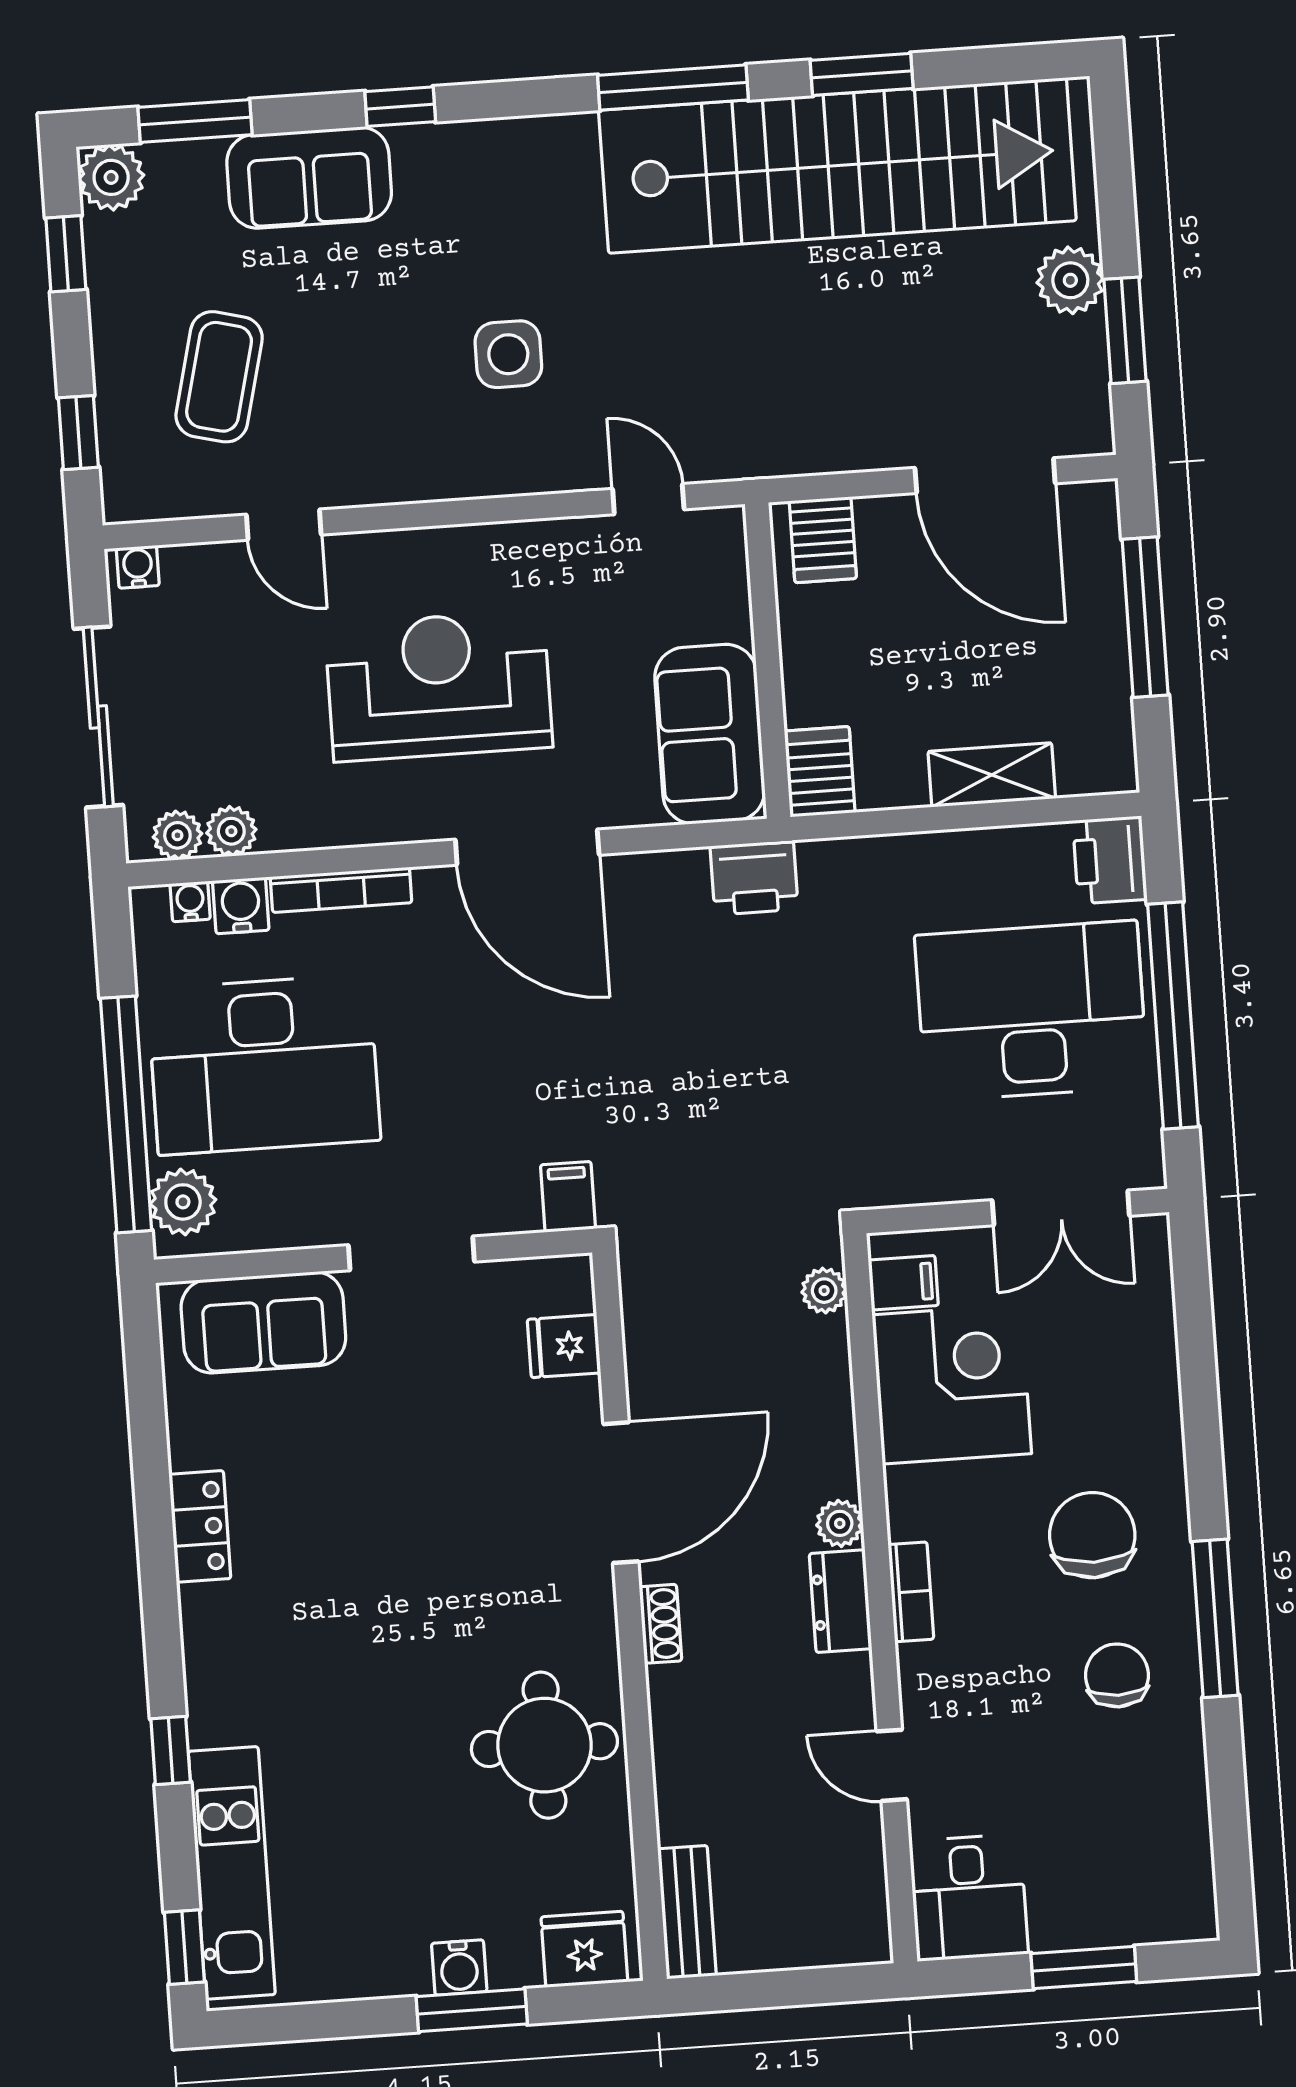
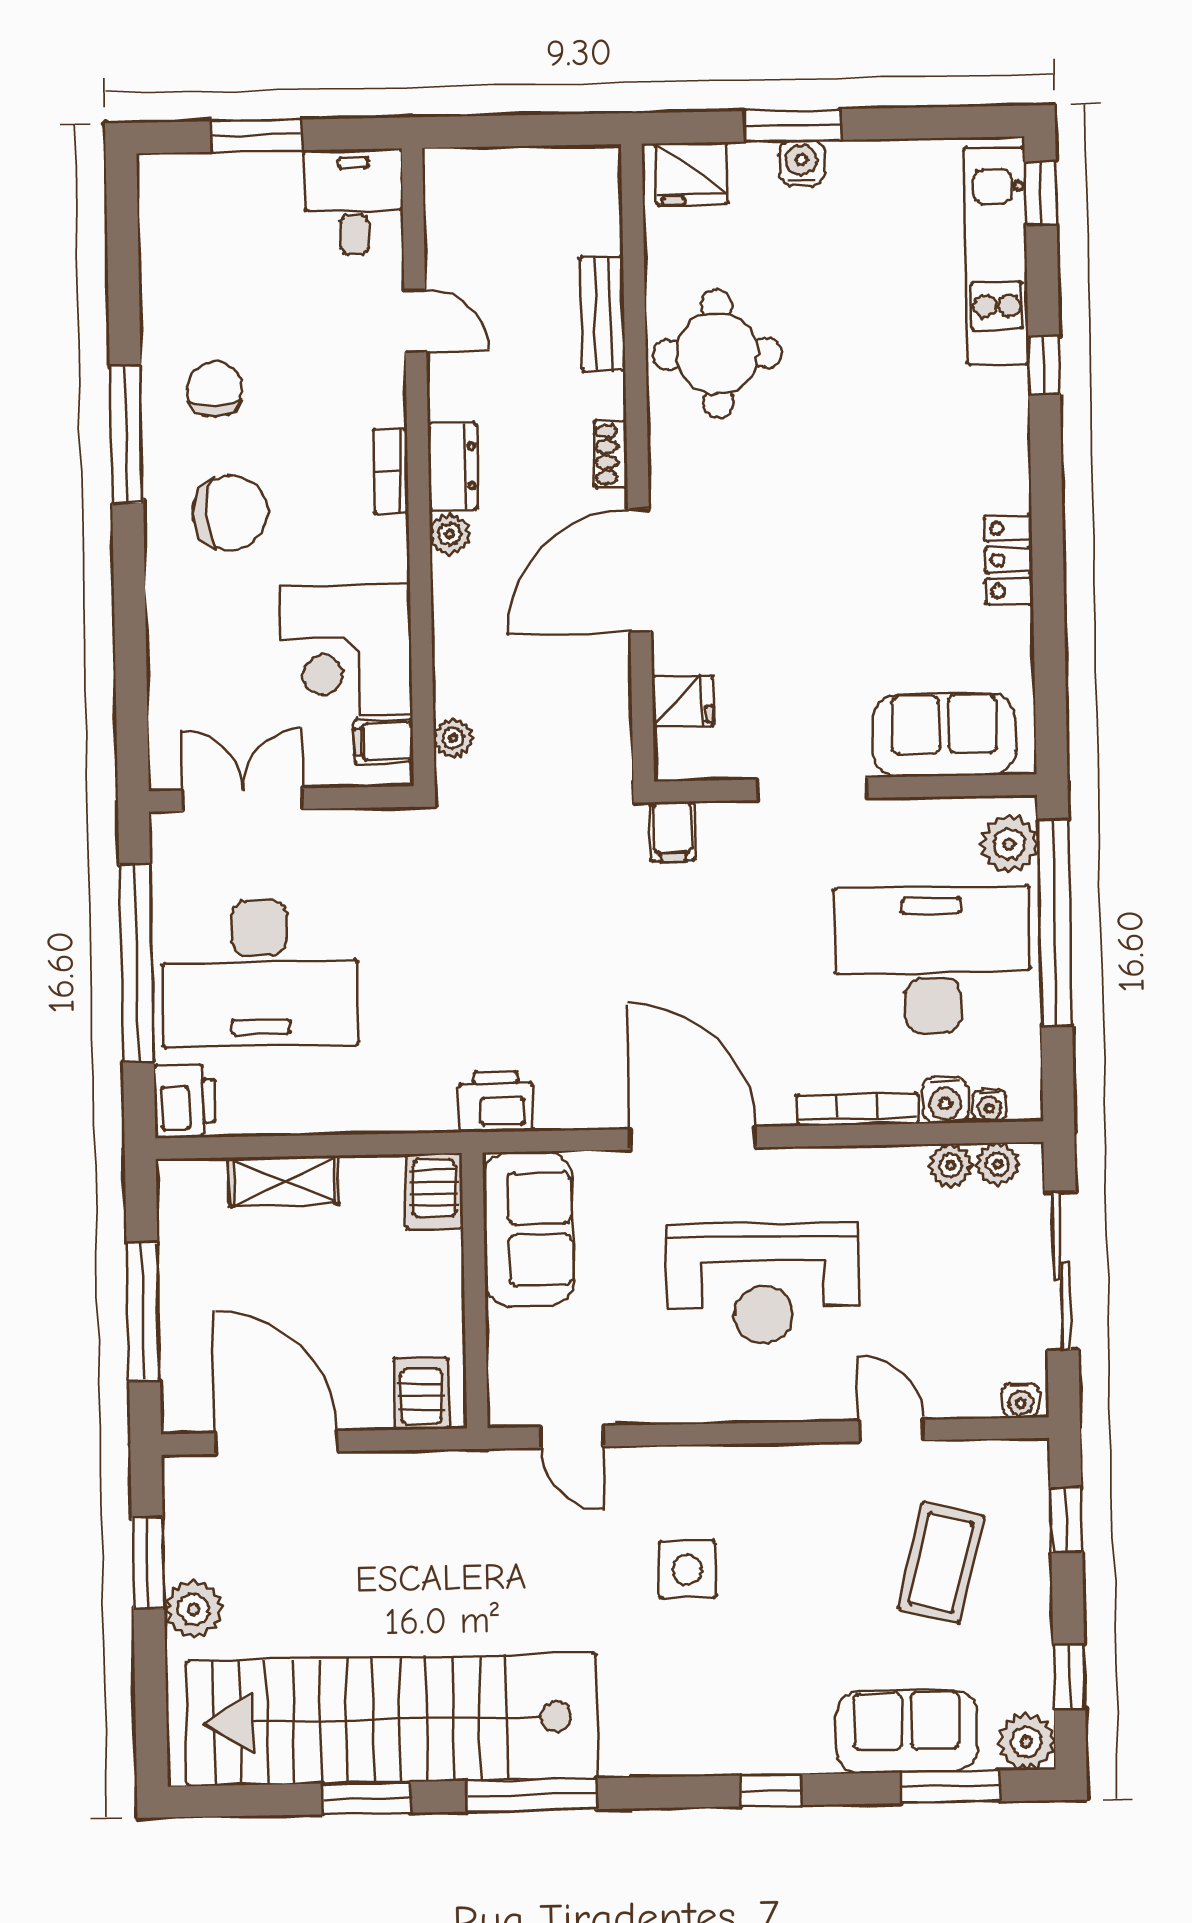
sofa: (309, 178) -> (907, 1731), moved
chair: (1092, 1535) -> (230, 513), turned -90
chair: (1117, 1675) -> (215, 389), turned 180
bench: (687, 1912) -> (603, 314), moved

